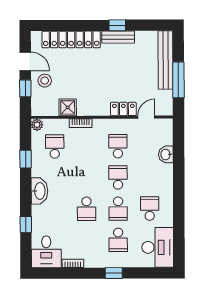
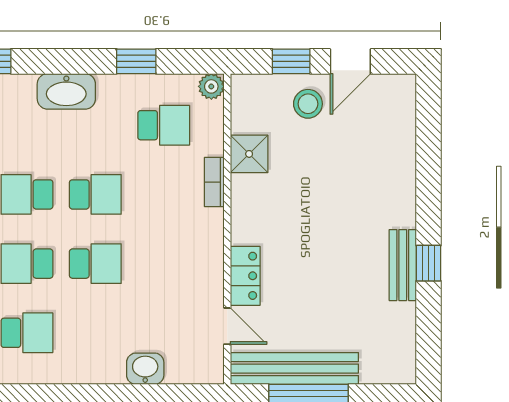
locker: (71, 39) -> (398, 162), removed
bench: (165, 60) -> (294, 369), moved
school desk: (118, 146) -> (95, 194), moved

